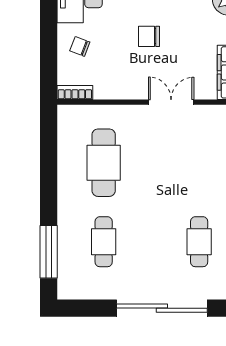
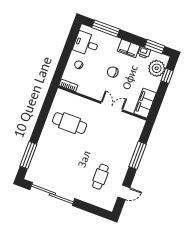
cafe table: (104, 163) -> (70, 123), turned 90
cafe table: (104, 242) -> (56, 160), removed
sliding door: (162, 308) -> (52, 194), moved

